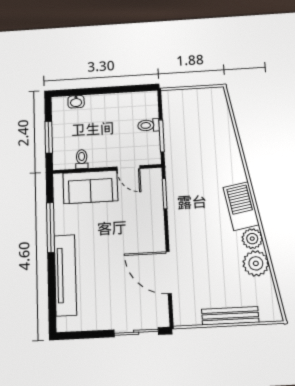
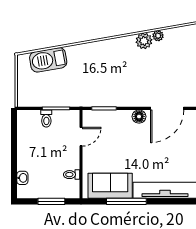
sofa: (90, 187) -> (110, 186), moved, turned -90
barbecue: (241, 206) -> (48, 60), moved
floor lamp: (157, 238) -> (139, 117), added
plant: (256, 263) -> (158, 36), width x0.53, depth x0.53

